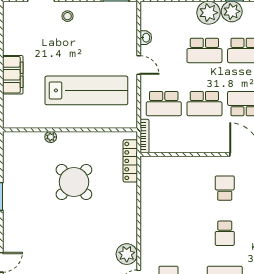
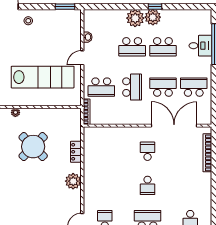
door: (139, 65) -> (82, 58), swing flipped
school desk: (204, 104) -> (132, 87), turned -90
locker: (130, 161) -> (76, 152), moved, width x0.66
plant: (127, 254) -> (73, 181), moved

